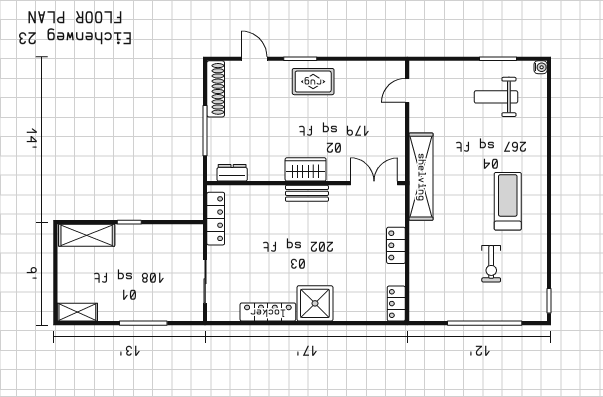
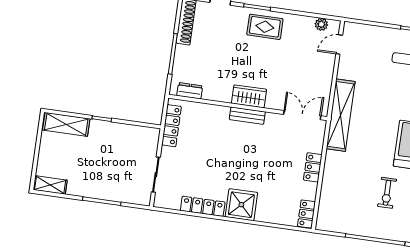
plant: (382, 69) -> (321, 24), added

